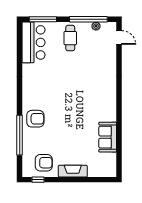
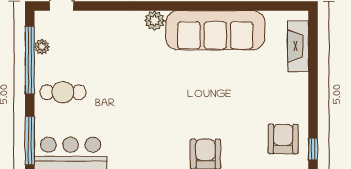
plant: (111, 90) -> (155, 20), added
sofa: (108, 137) -> (215, 30), width x1.85, depth x1.27
fireplace: (73, 171) -> (298, 46), moved

